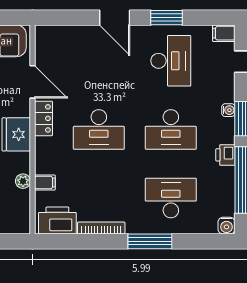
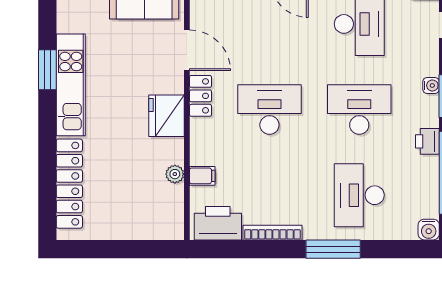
desk: (99, 129) -> (269, 110), turned 180
desk: (171, 129) -> (359, 110), turned 180
desk: (171, 198) -> (359, 195), turned -90

